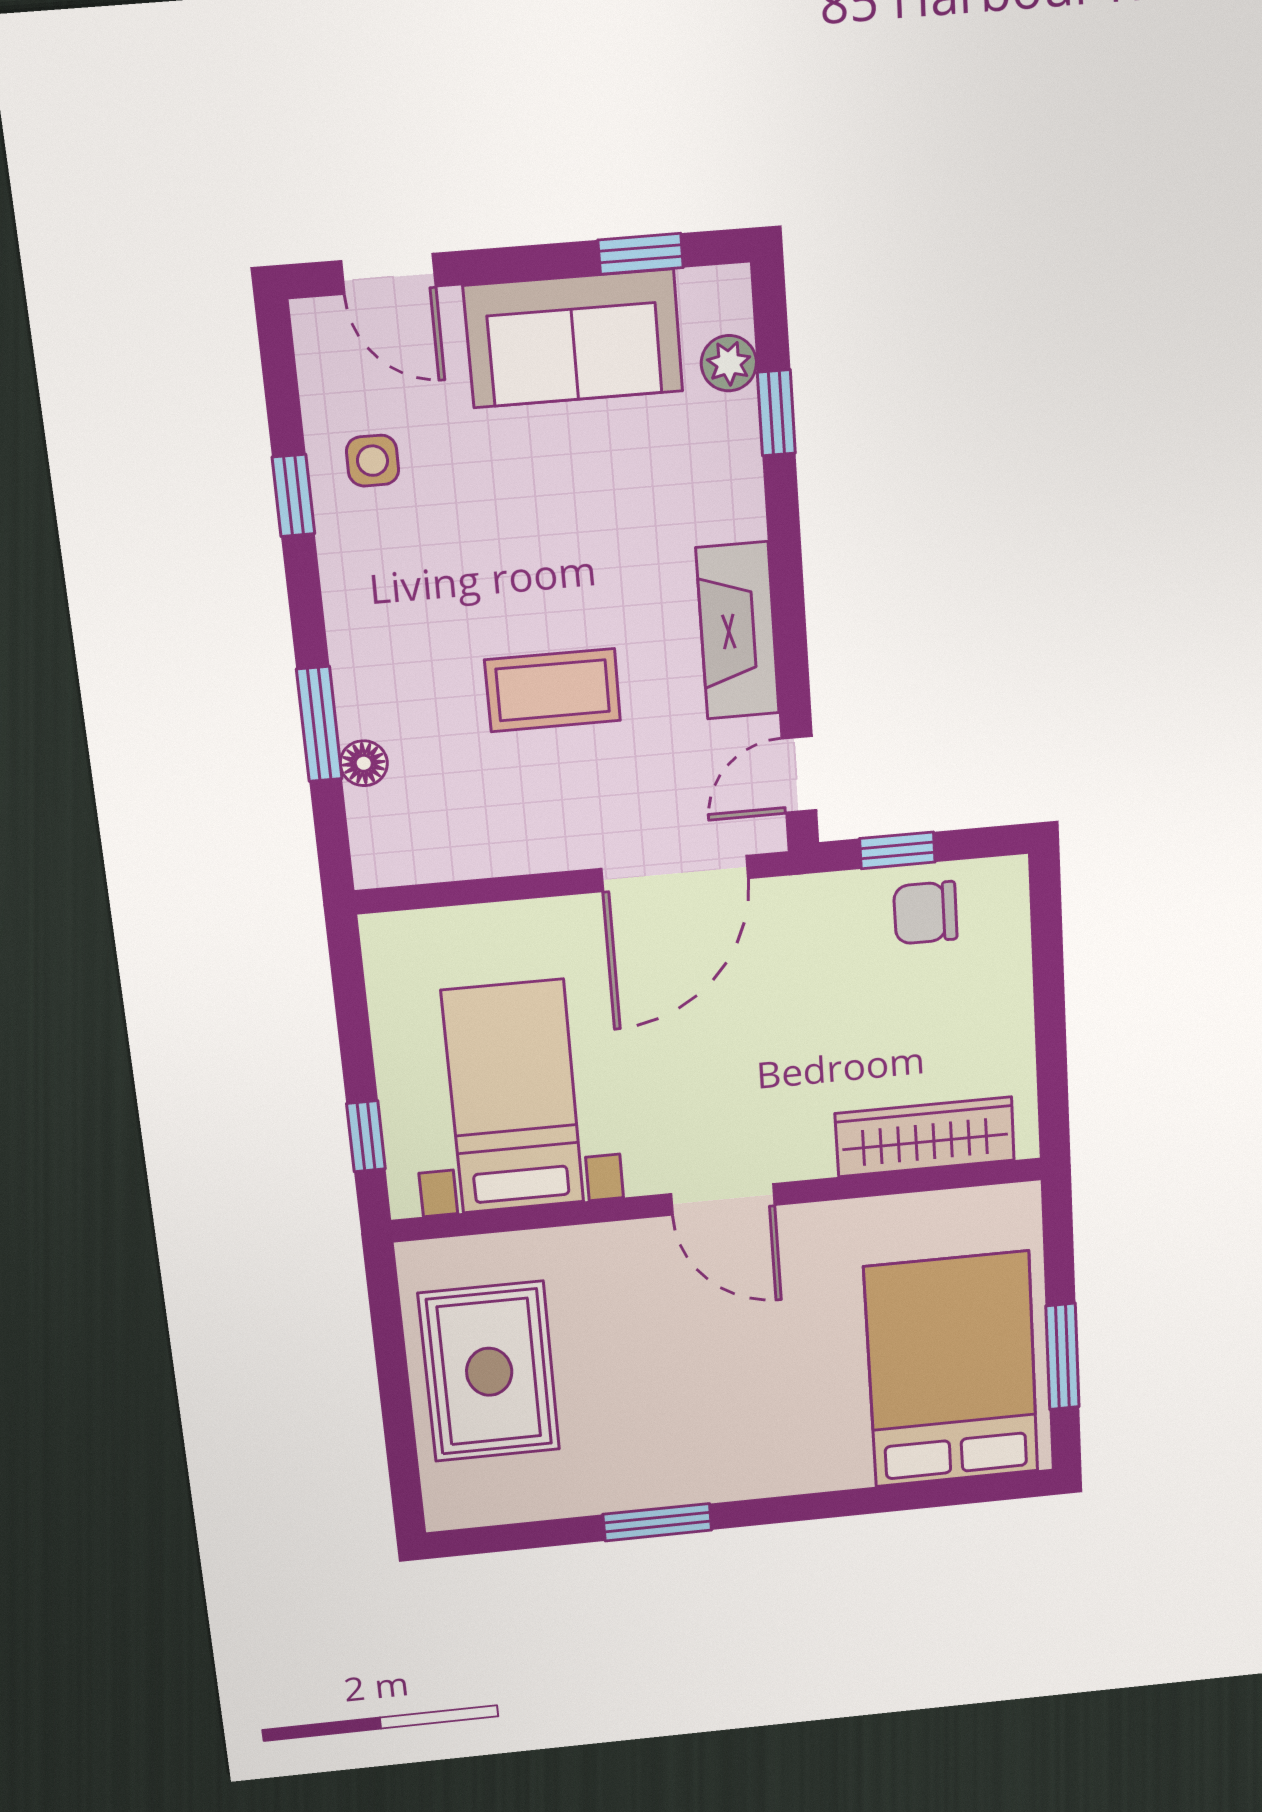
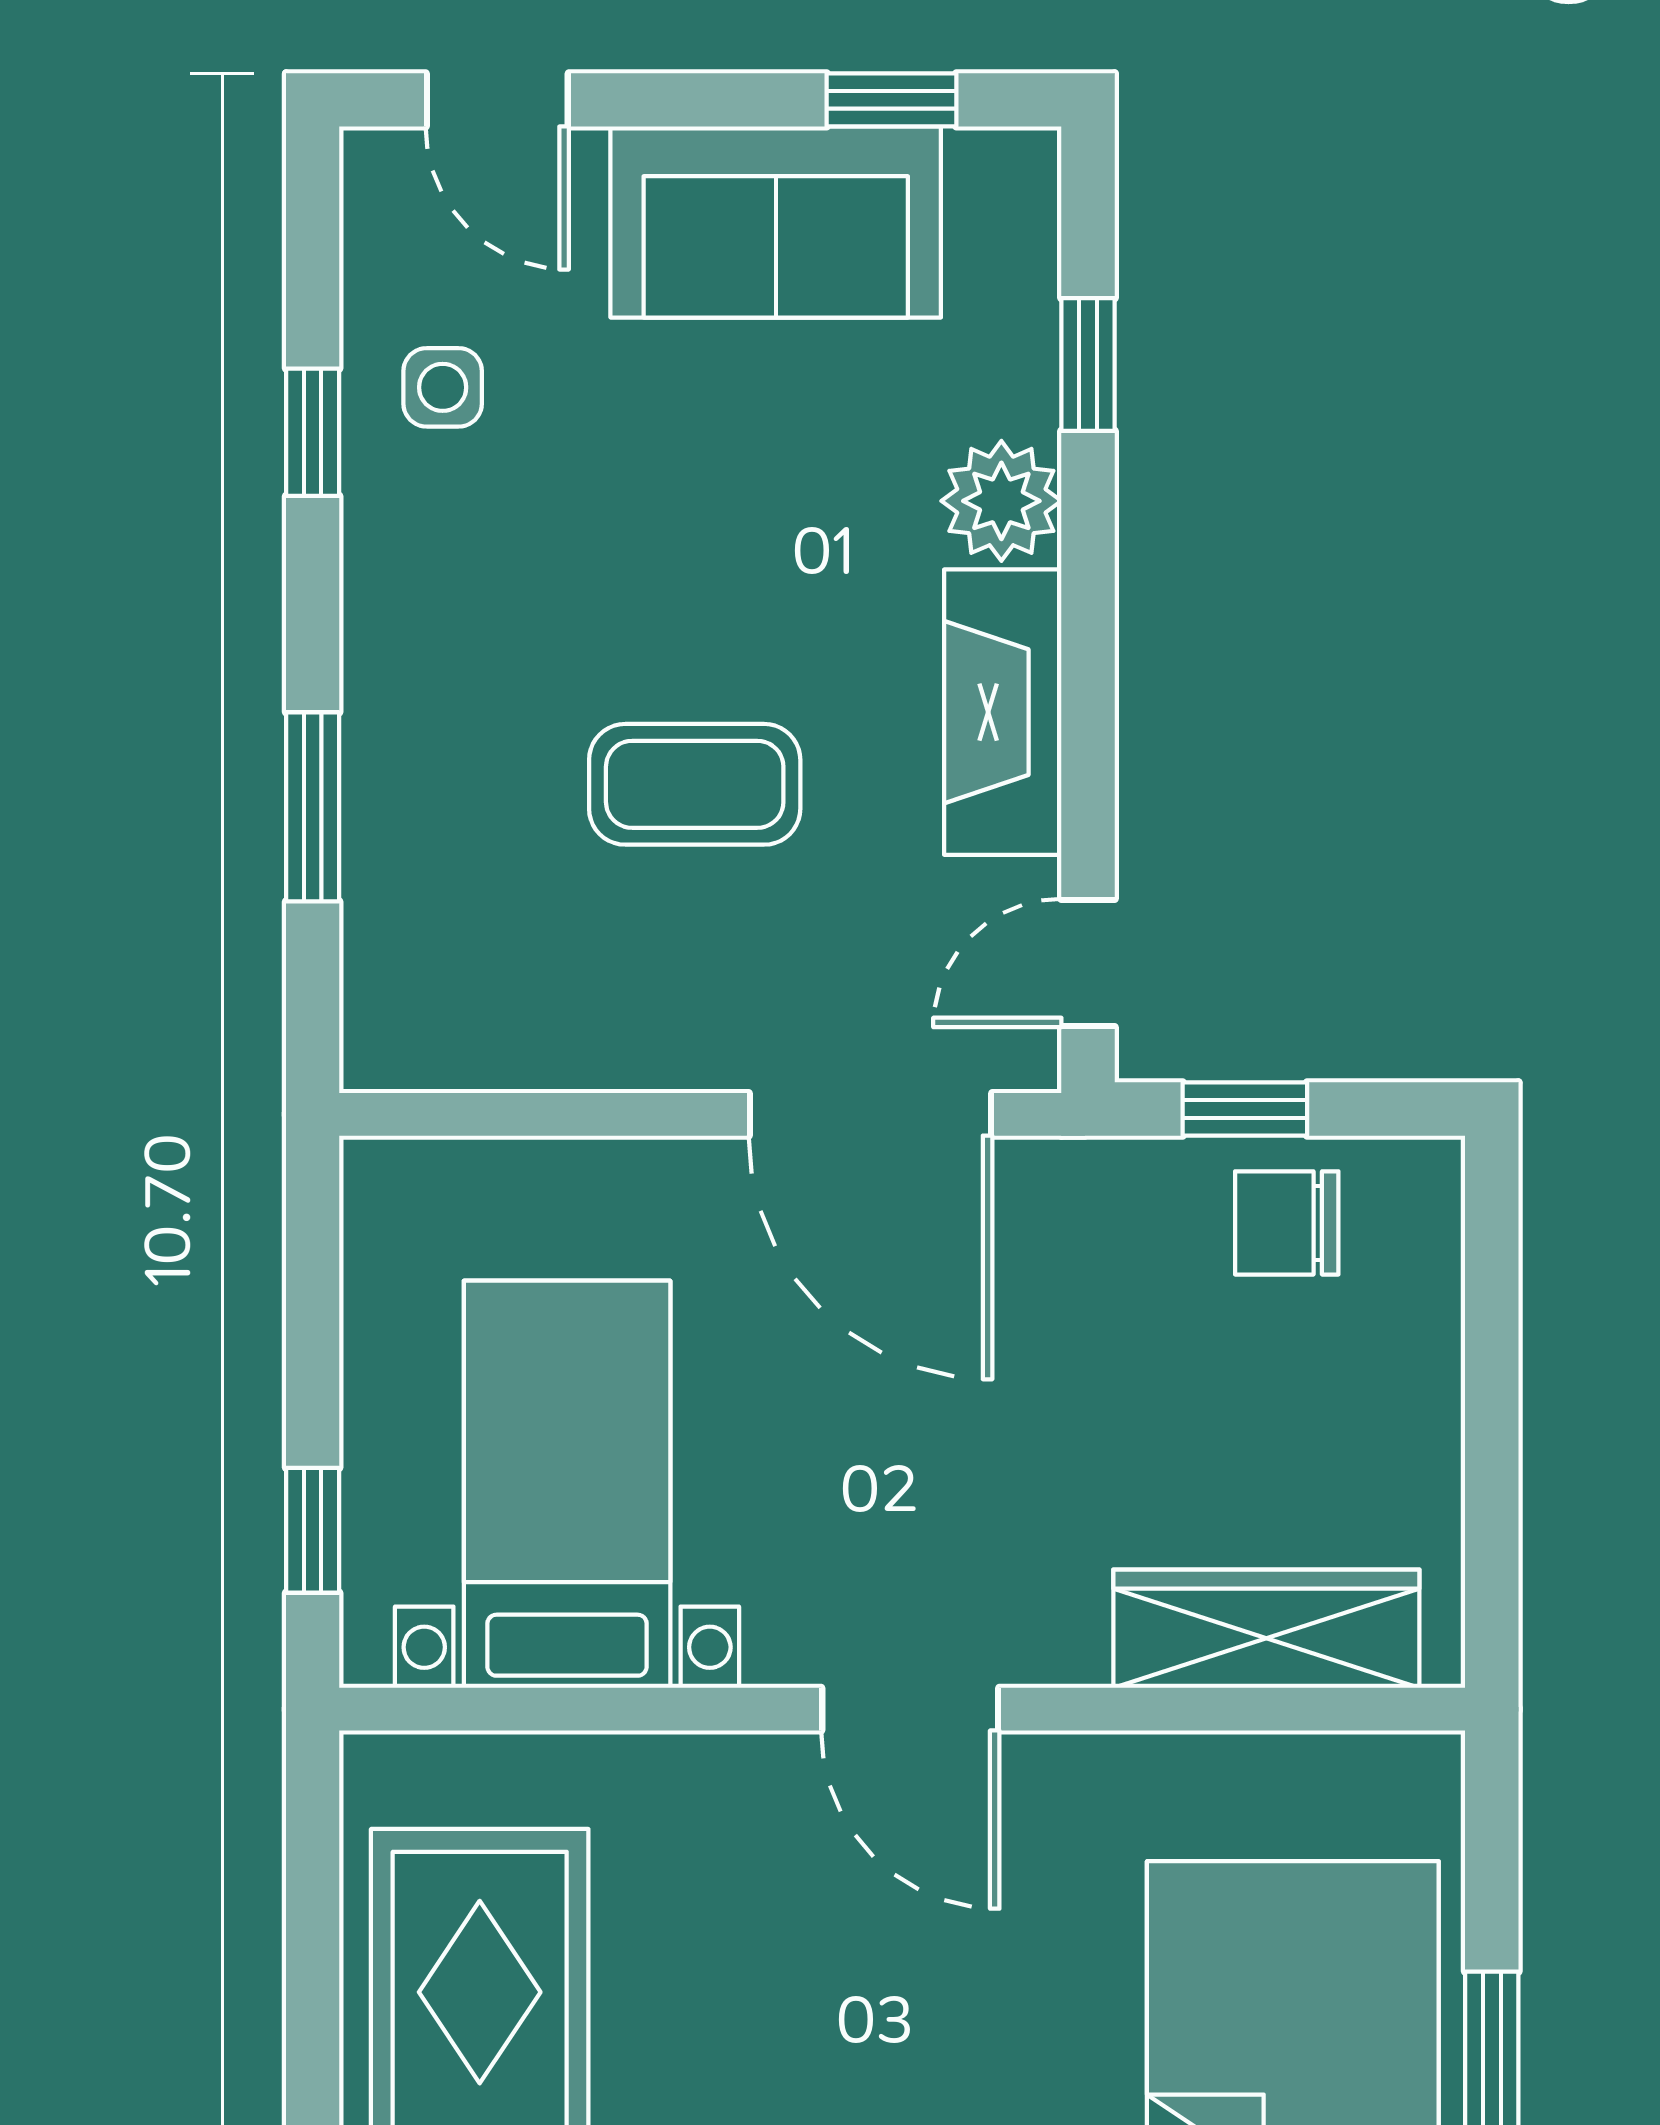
plant: (729, 363) -> (1001, 501), moved, width x1.38, depth x1.38
floor lamp: (364, 763) -> (377, 879), removed
door: (675, 874) -> (870, 1114), hinge flipped

